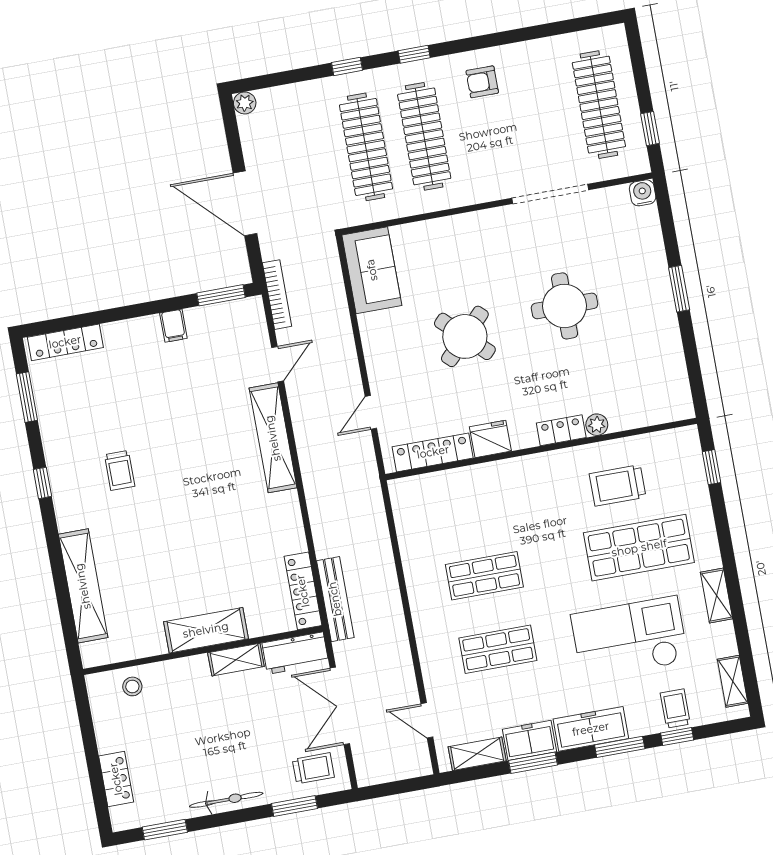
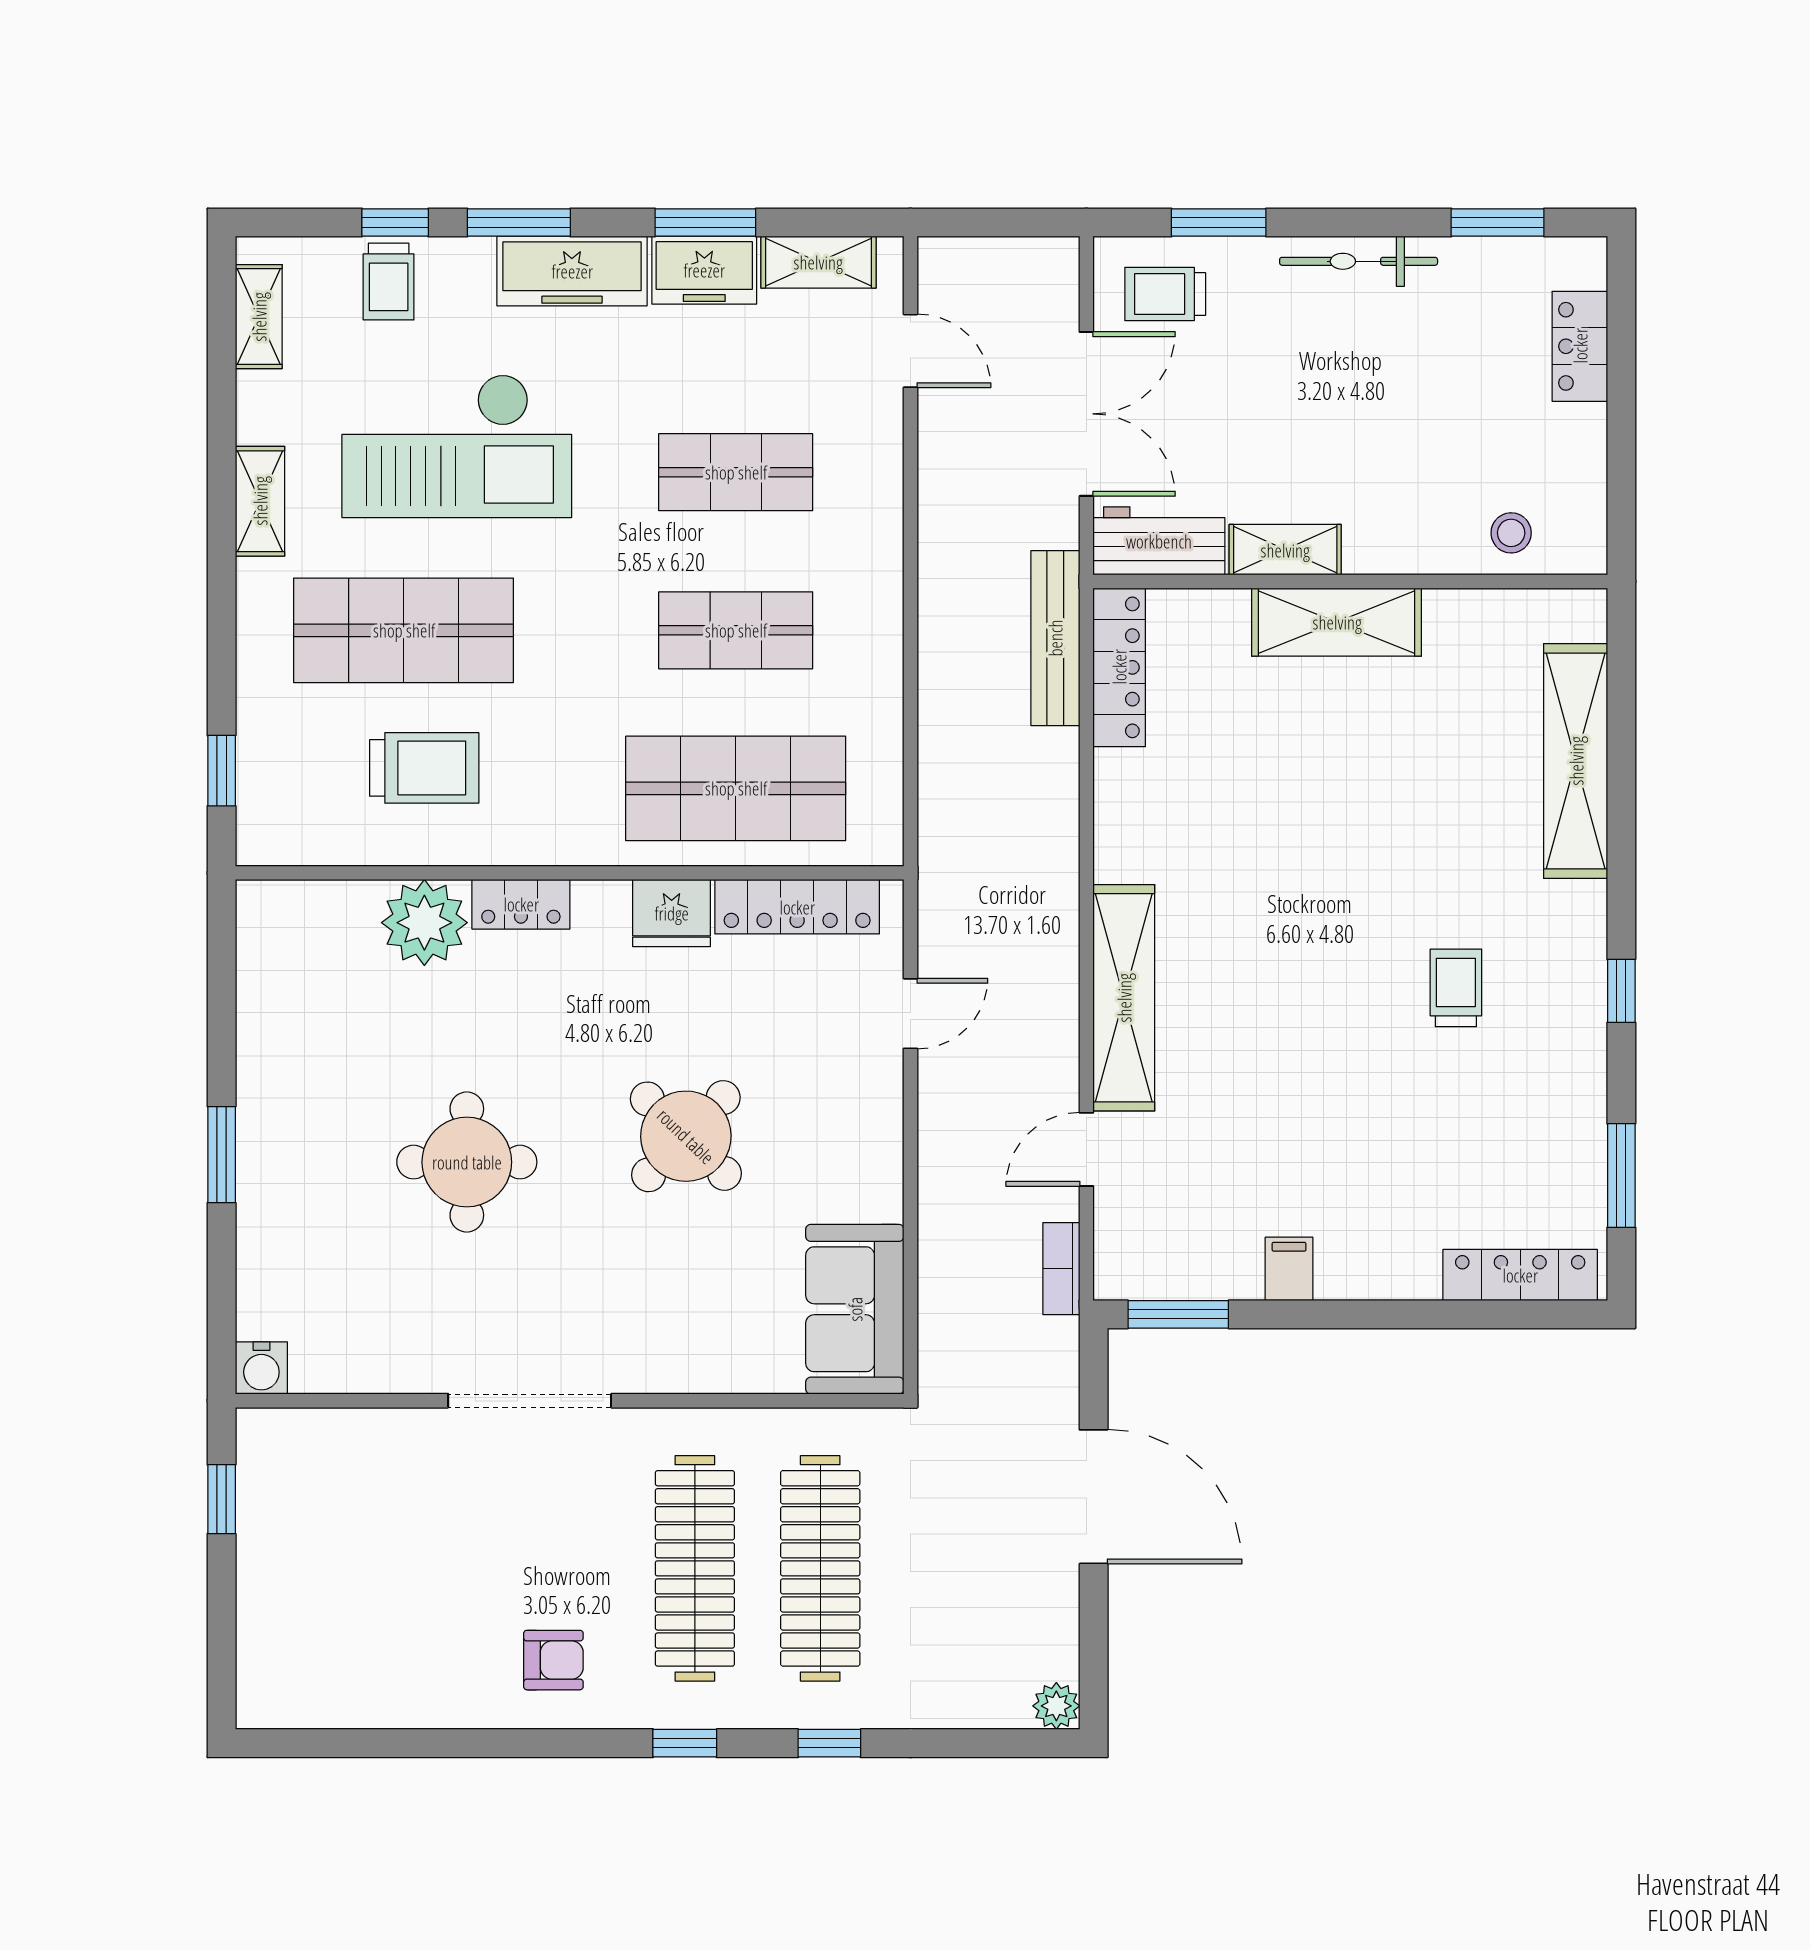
clothes rail: (599, 105) -> (319, 1568), removed
doorway: (550, 194) -> (530, 1401), moved
bookcase: (277, 295) -> (1061, 1269), width x0.64
plant: (597, 425) -> (424, 923), width x1.88, depth x1.88
shop shelf: (471, 502) -> (736, 788), added

